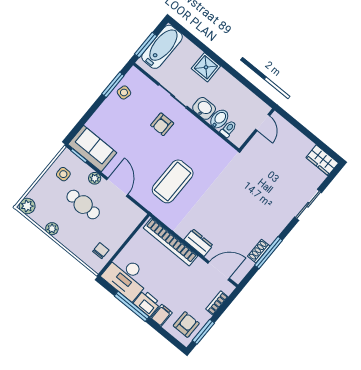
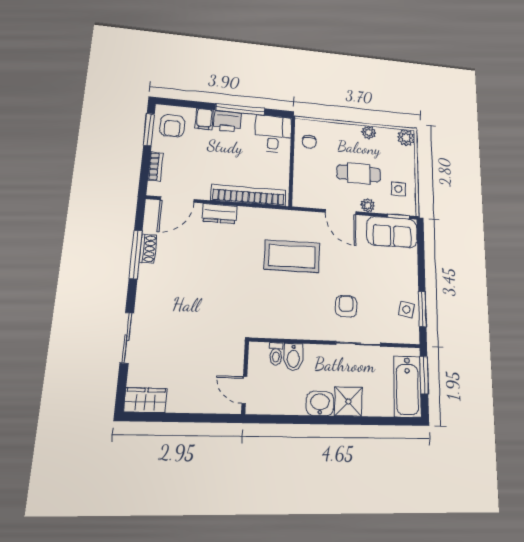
washbasin: (204, 108) -> (320, 403), moved, turned 180
coffee table: (173, 181) -> (292, 256), turned 90
desk: (126, 277) -> (273, 134), width x0.73

